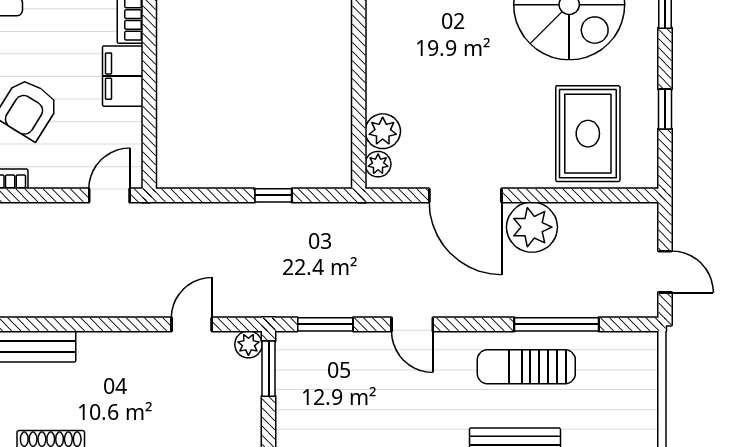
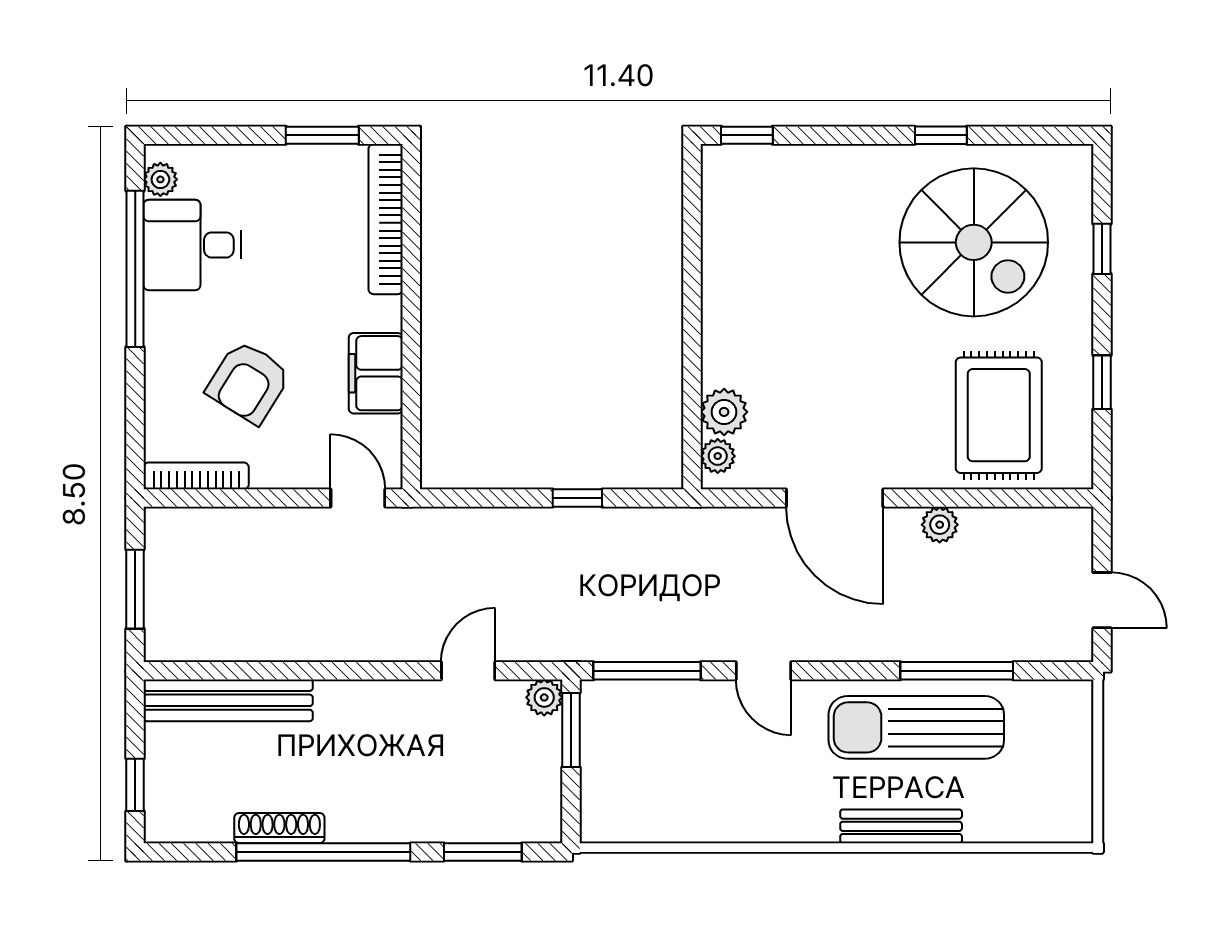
filing cabinet: (123, 76) -> (376, 373), moved
door: (109, 195) -> (358, 498), hinge flipped
plant: (532, 227) -> (940, 525), width x0.53, depth x0.53
window: (325, 324) -> (647, 671), width x1.44
sun lounger: (526, 367) -> (916, 727), width x1.36, depth x1.34

